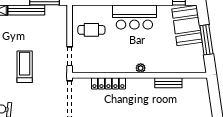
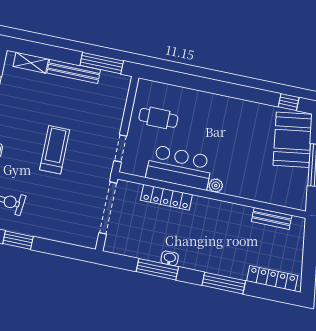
bar counter: (134, 17) -> (179, 167), moved, turned 180
bench: (168, 83) -> (272, 218), moved

